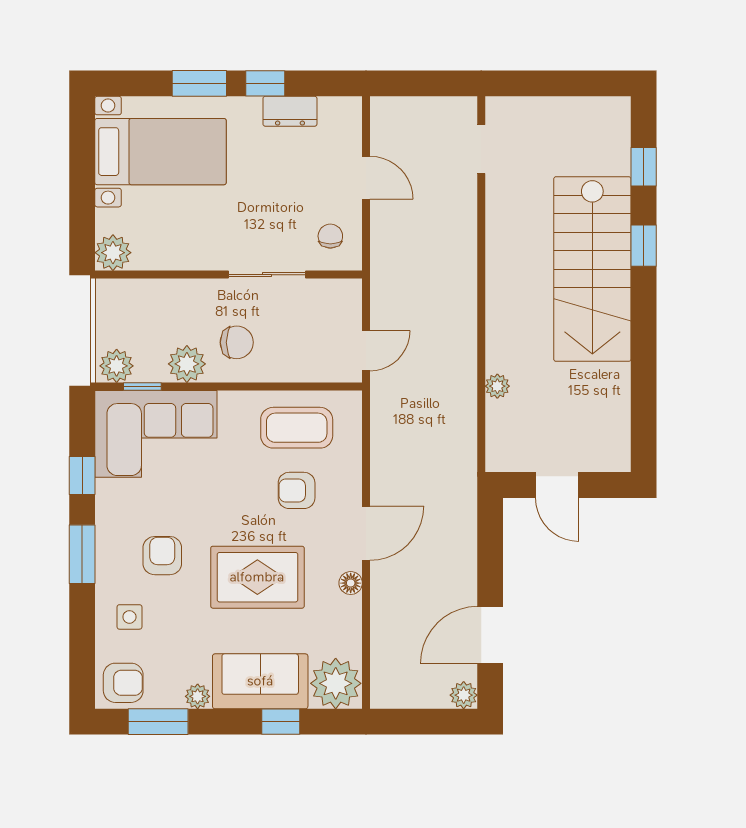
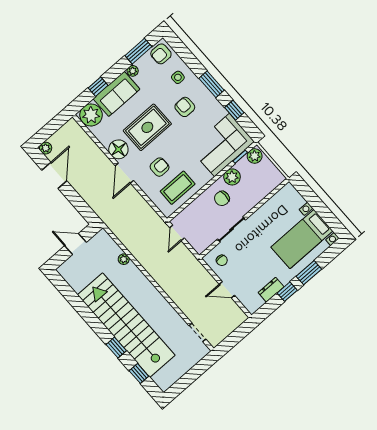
plant: (113, 253) -> (288, 192), removed
stairs: (592, 269) -> (126, 325), width x1.36
armchair: (162, 556) -> (185, 107), turned 180
floor lamp: (351, 583) -> (118, 149), width x1.89, depth x1.89

